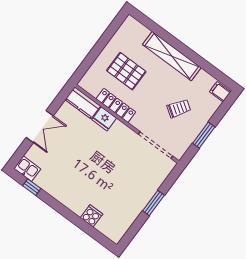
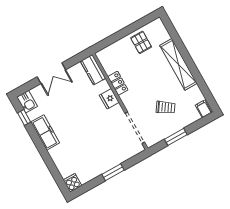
pallet: (126, 71) -> (141, 42), moved, width x0.67, depth x0.71
locker: (116, 105) -> (118, 83), width x0.66
fridge: (104, 119) -> (109, 99), moved
freezer: (62, 193) -> (45, 132), added
cooker: (92, 216) -> (72, 183), moved, turned -90

